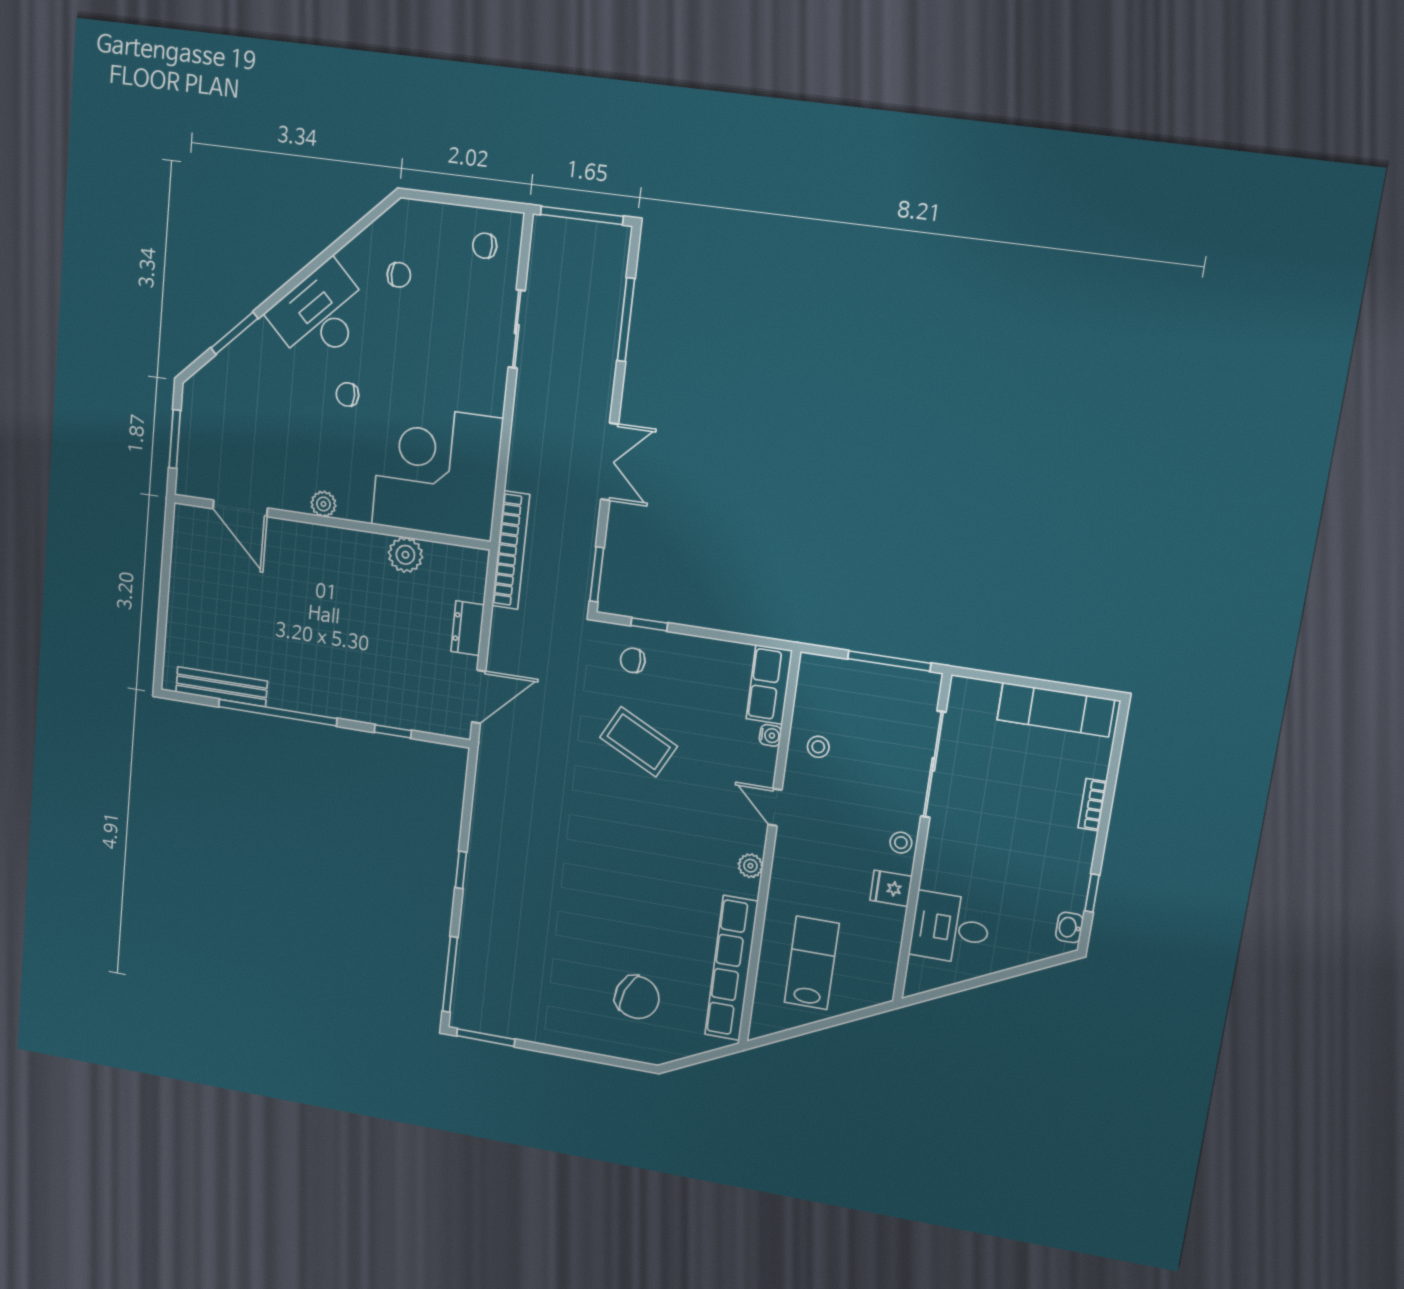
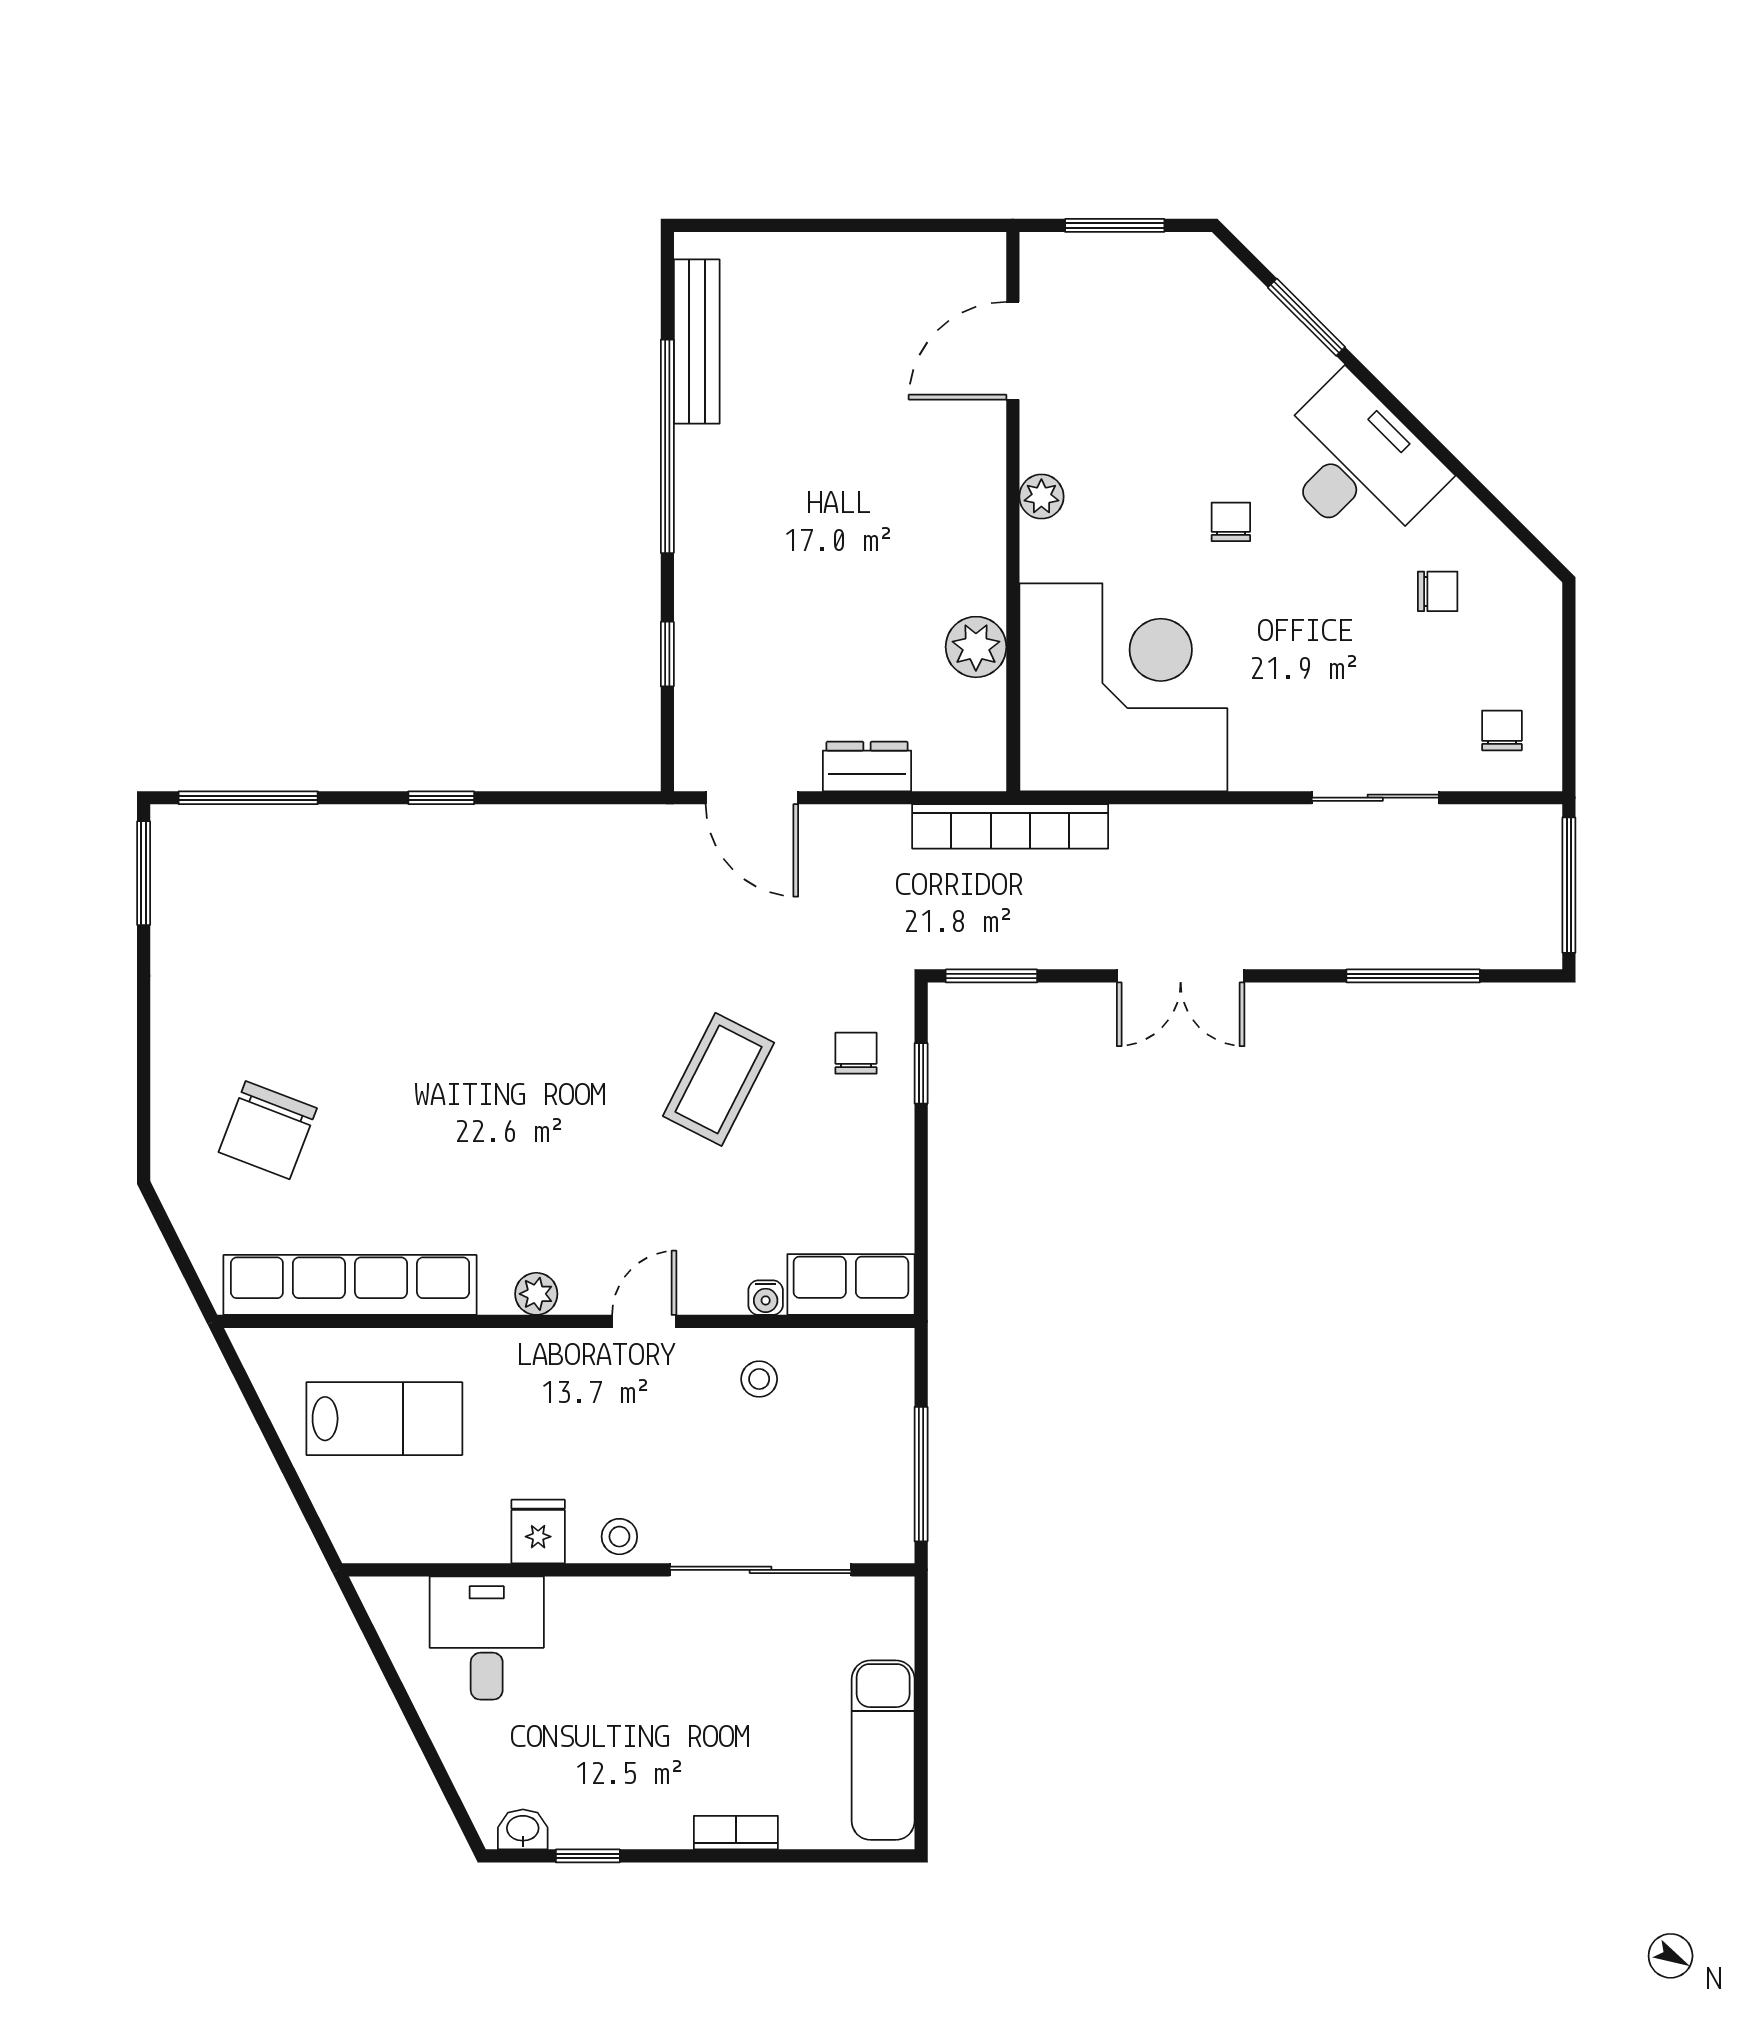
chair: (399, 275) -> (1438, 591), turned -90

